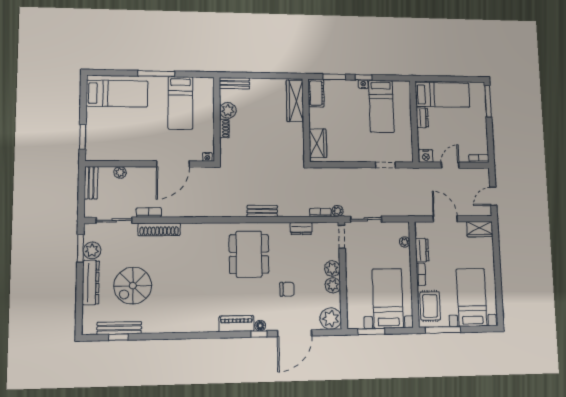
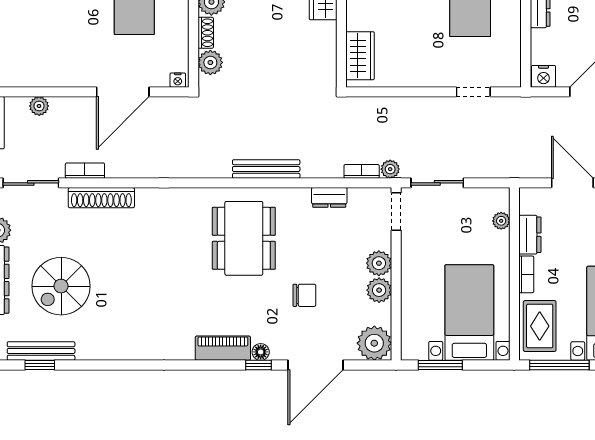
plant: (227, 146) -> (210, 62), added
bench: (262, 211) -> (266, 169), width x1.36

